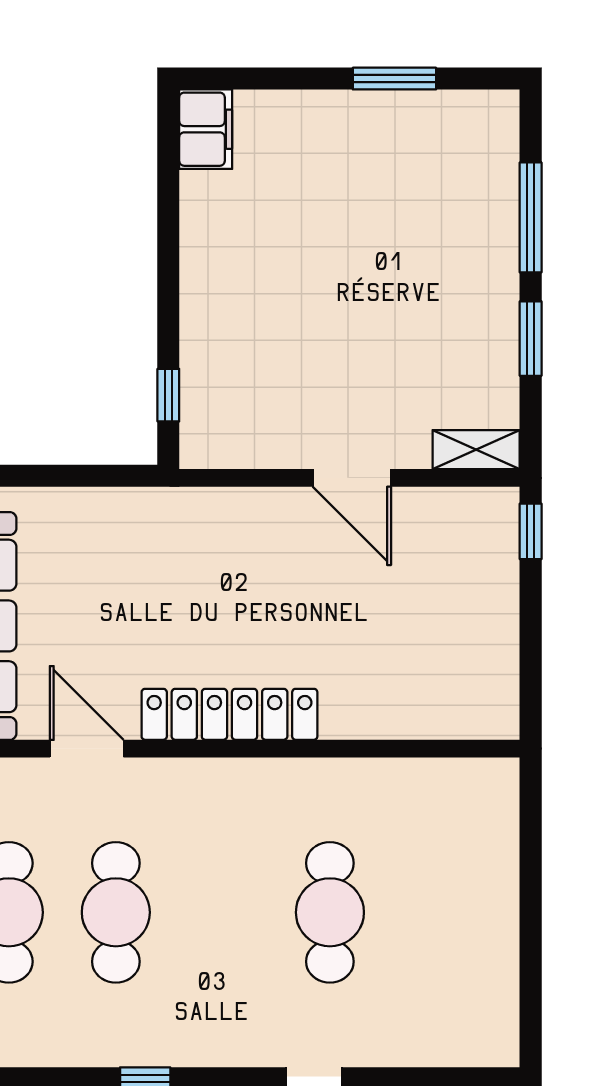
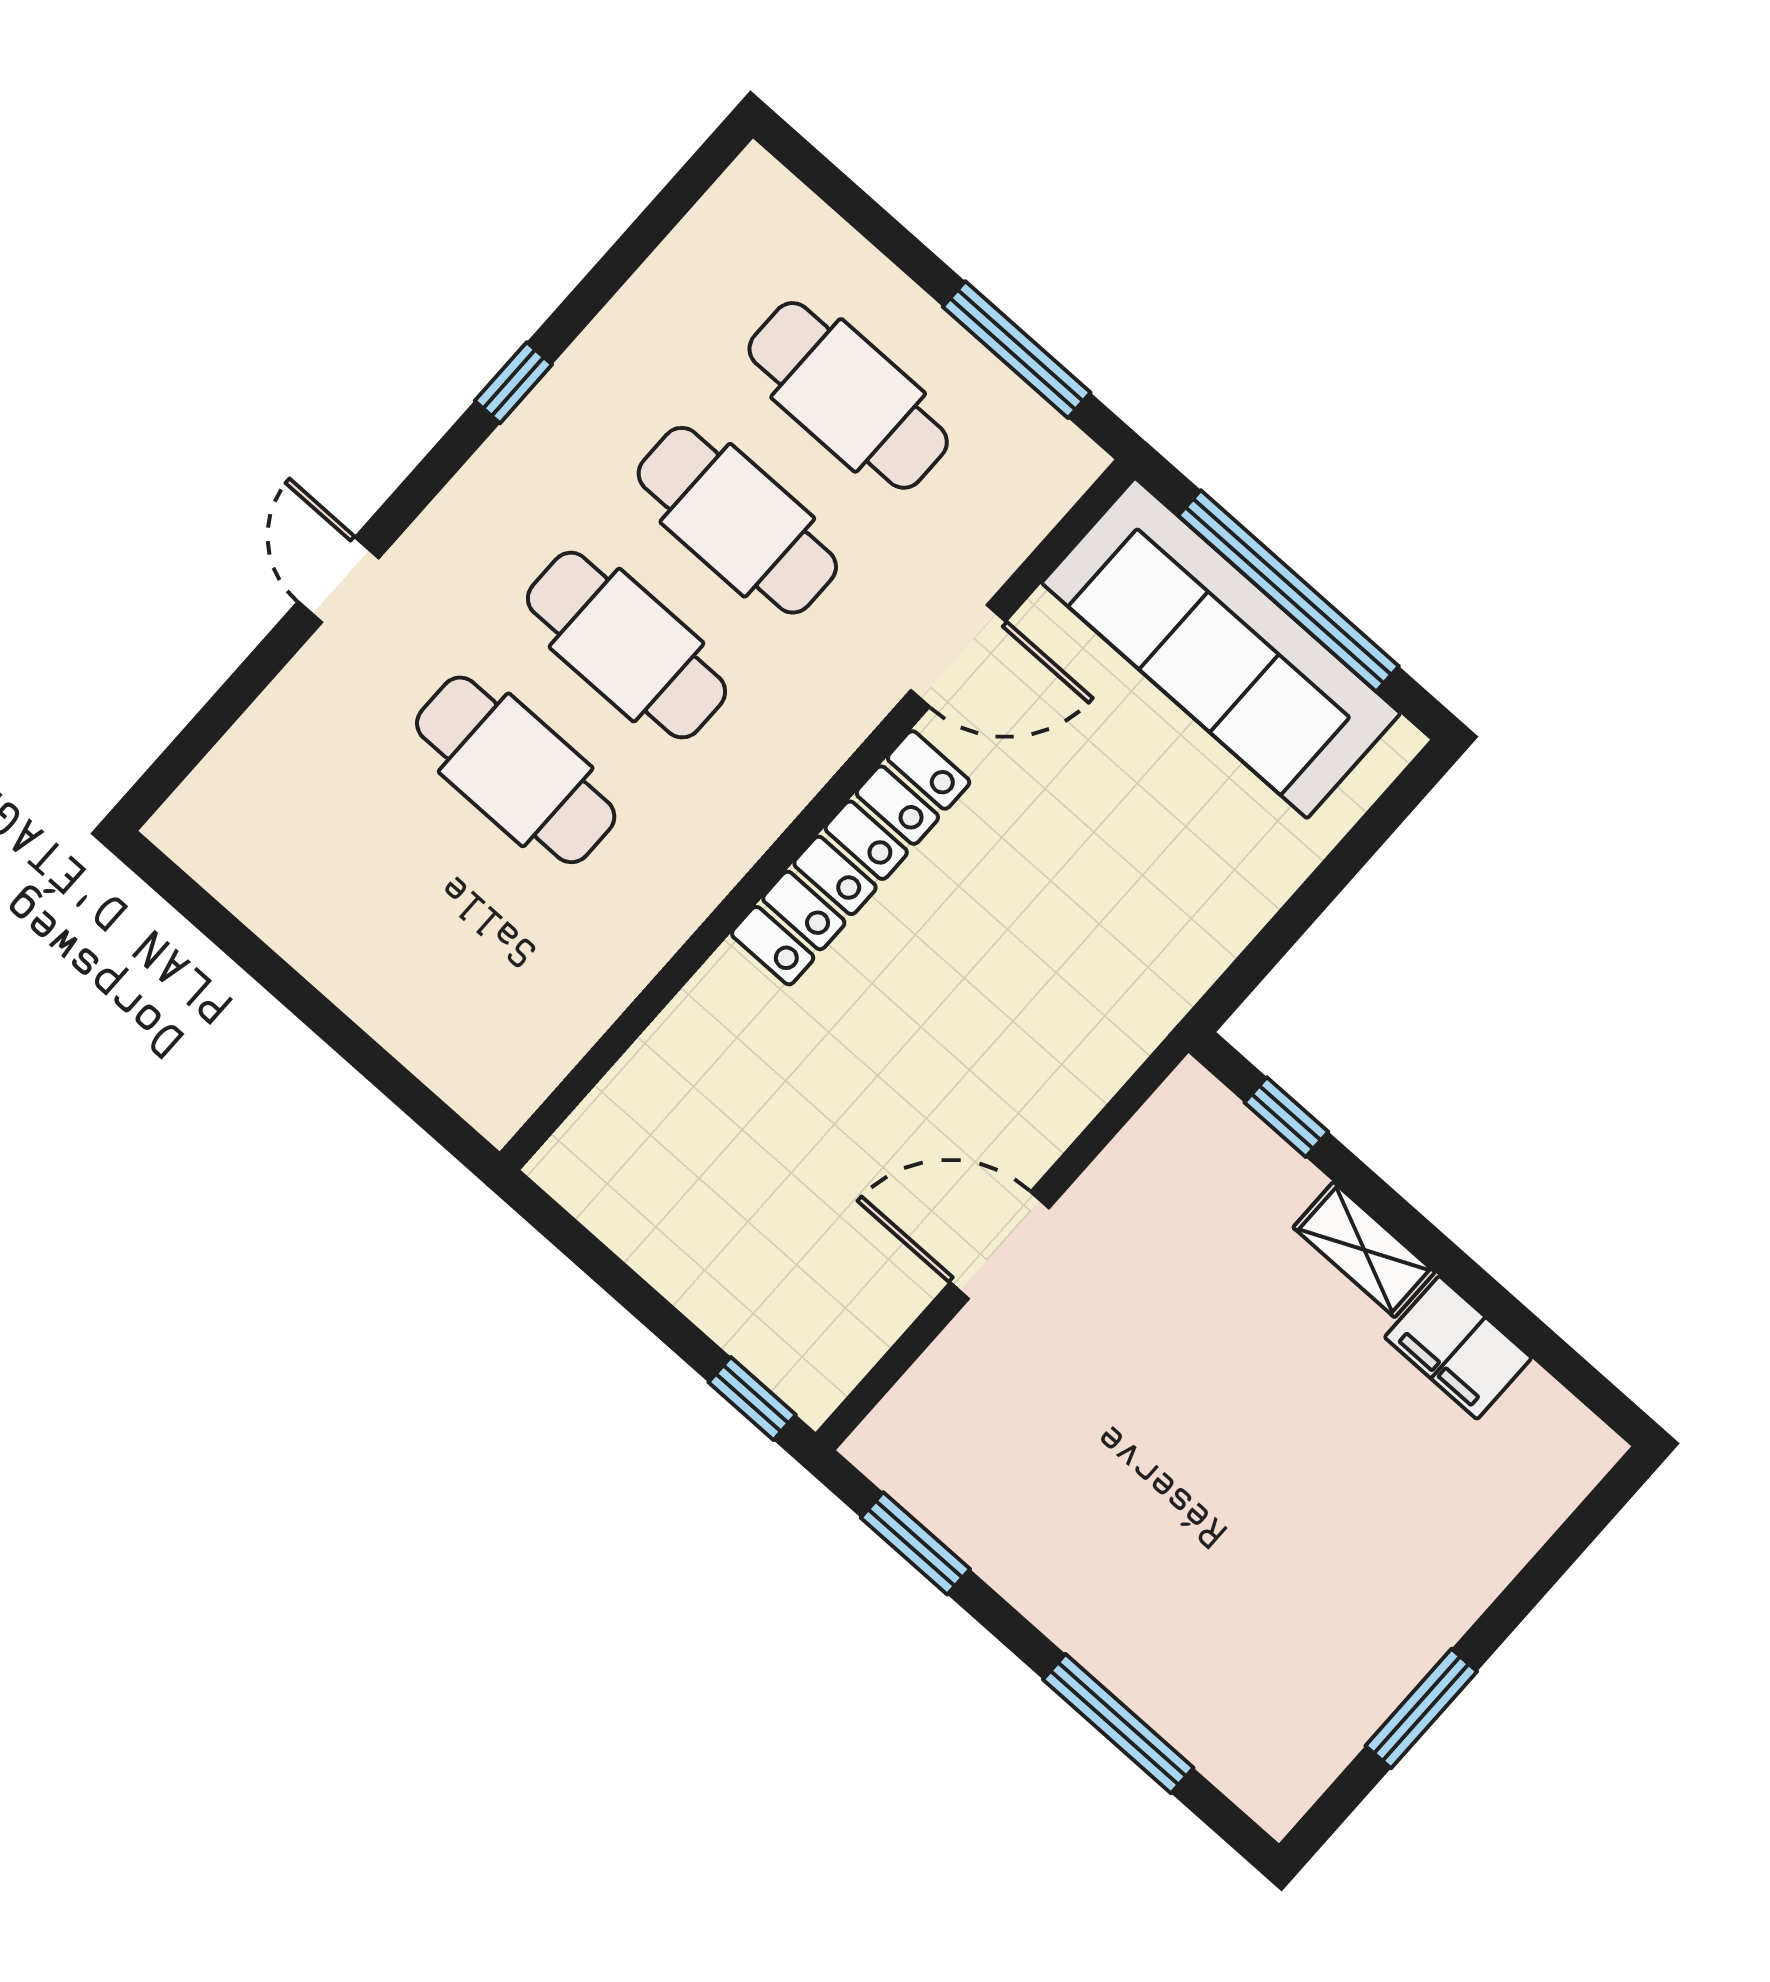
filing cabinet: (206, 129) -> (1458, 1348), moved
window: (531, 339) -> (915, 1543), moved
shelving: (476, 450) -> (1364, 1250), moved, turned 90
cafe table: (223, 912) -> (626, 645), added

